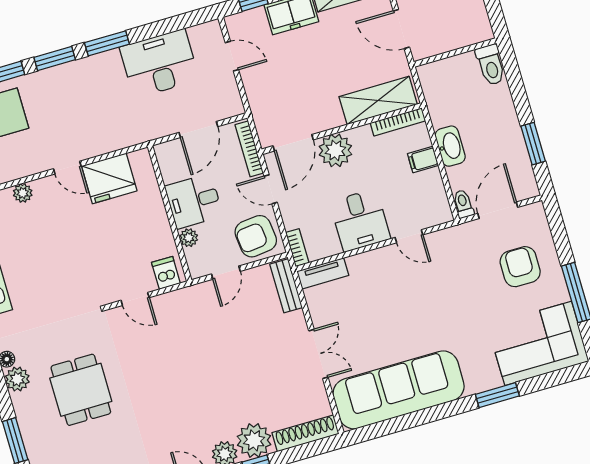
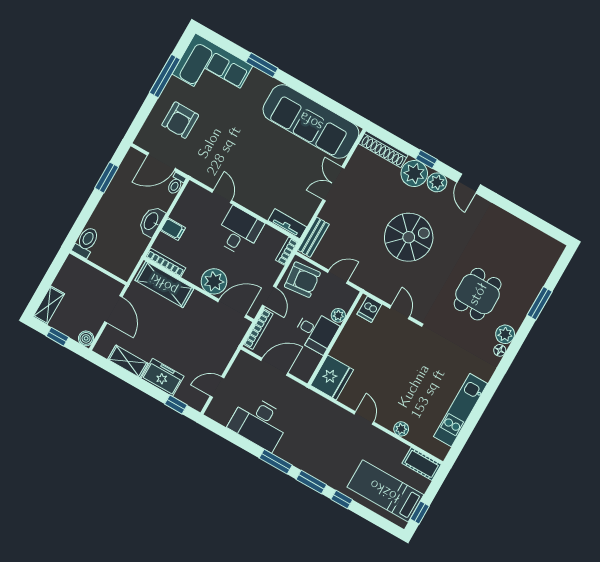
door: (232, 56) -> (217, 387), hinge flipped
fridge: (109, 178) -> (332, 377), moved, turned 90
spiral stairs: (198, 377) -> (409, 237), added

